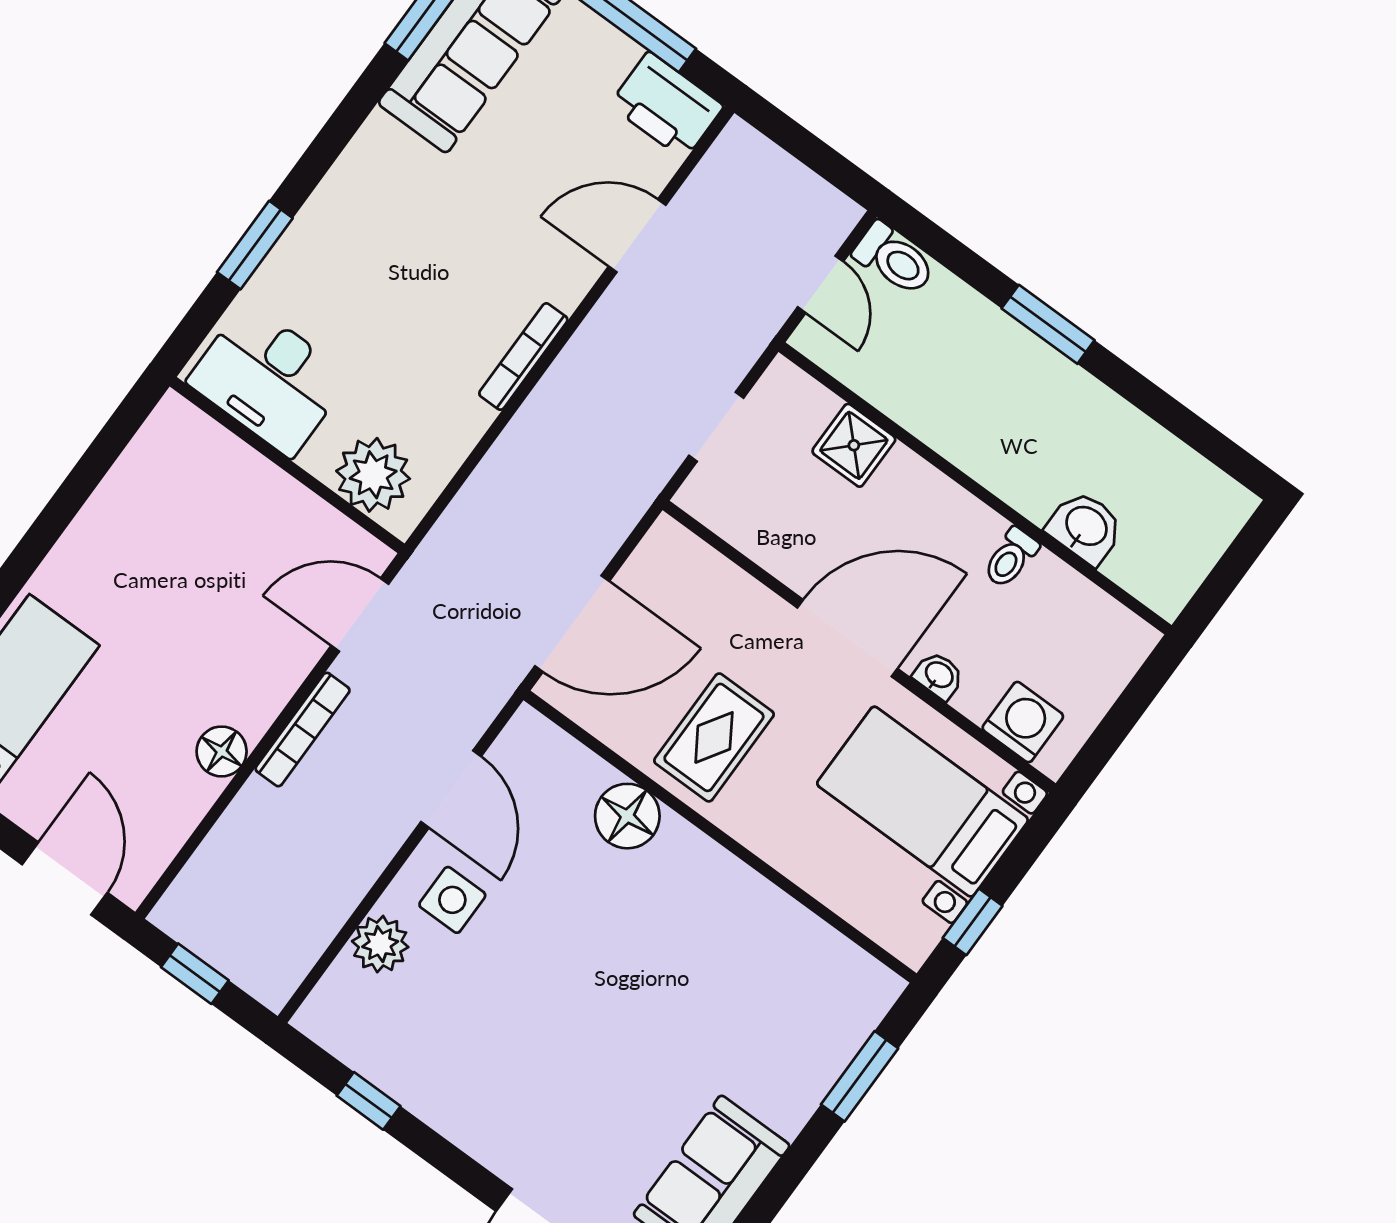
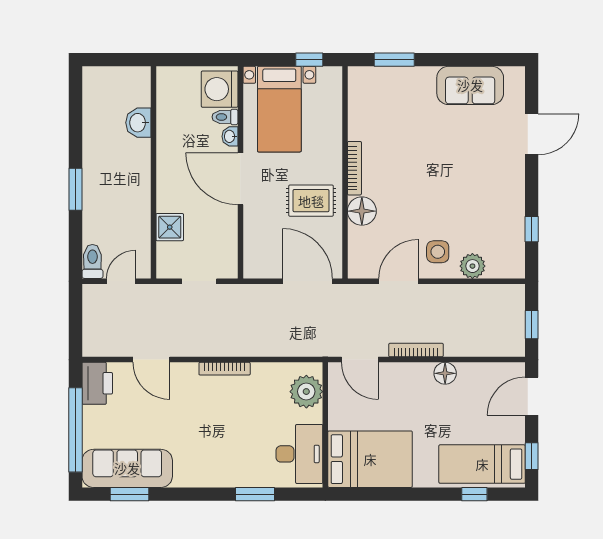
bed: (165, 501) -> (370, 459), added
toilet: (1011, 558) -> (225, 117), moved, turned 180
washing machine: (1023, 722) -> (220, 89), width x1.37, depth x1.37
bookcase: (715, 860) -> (354, 168), added

